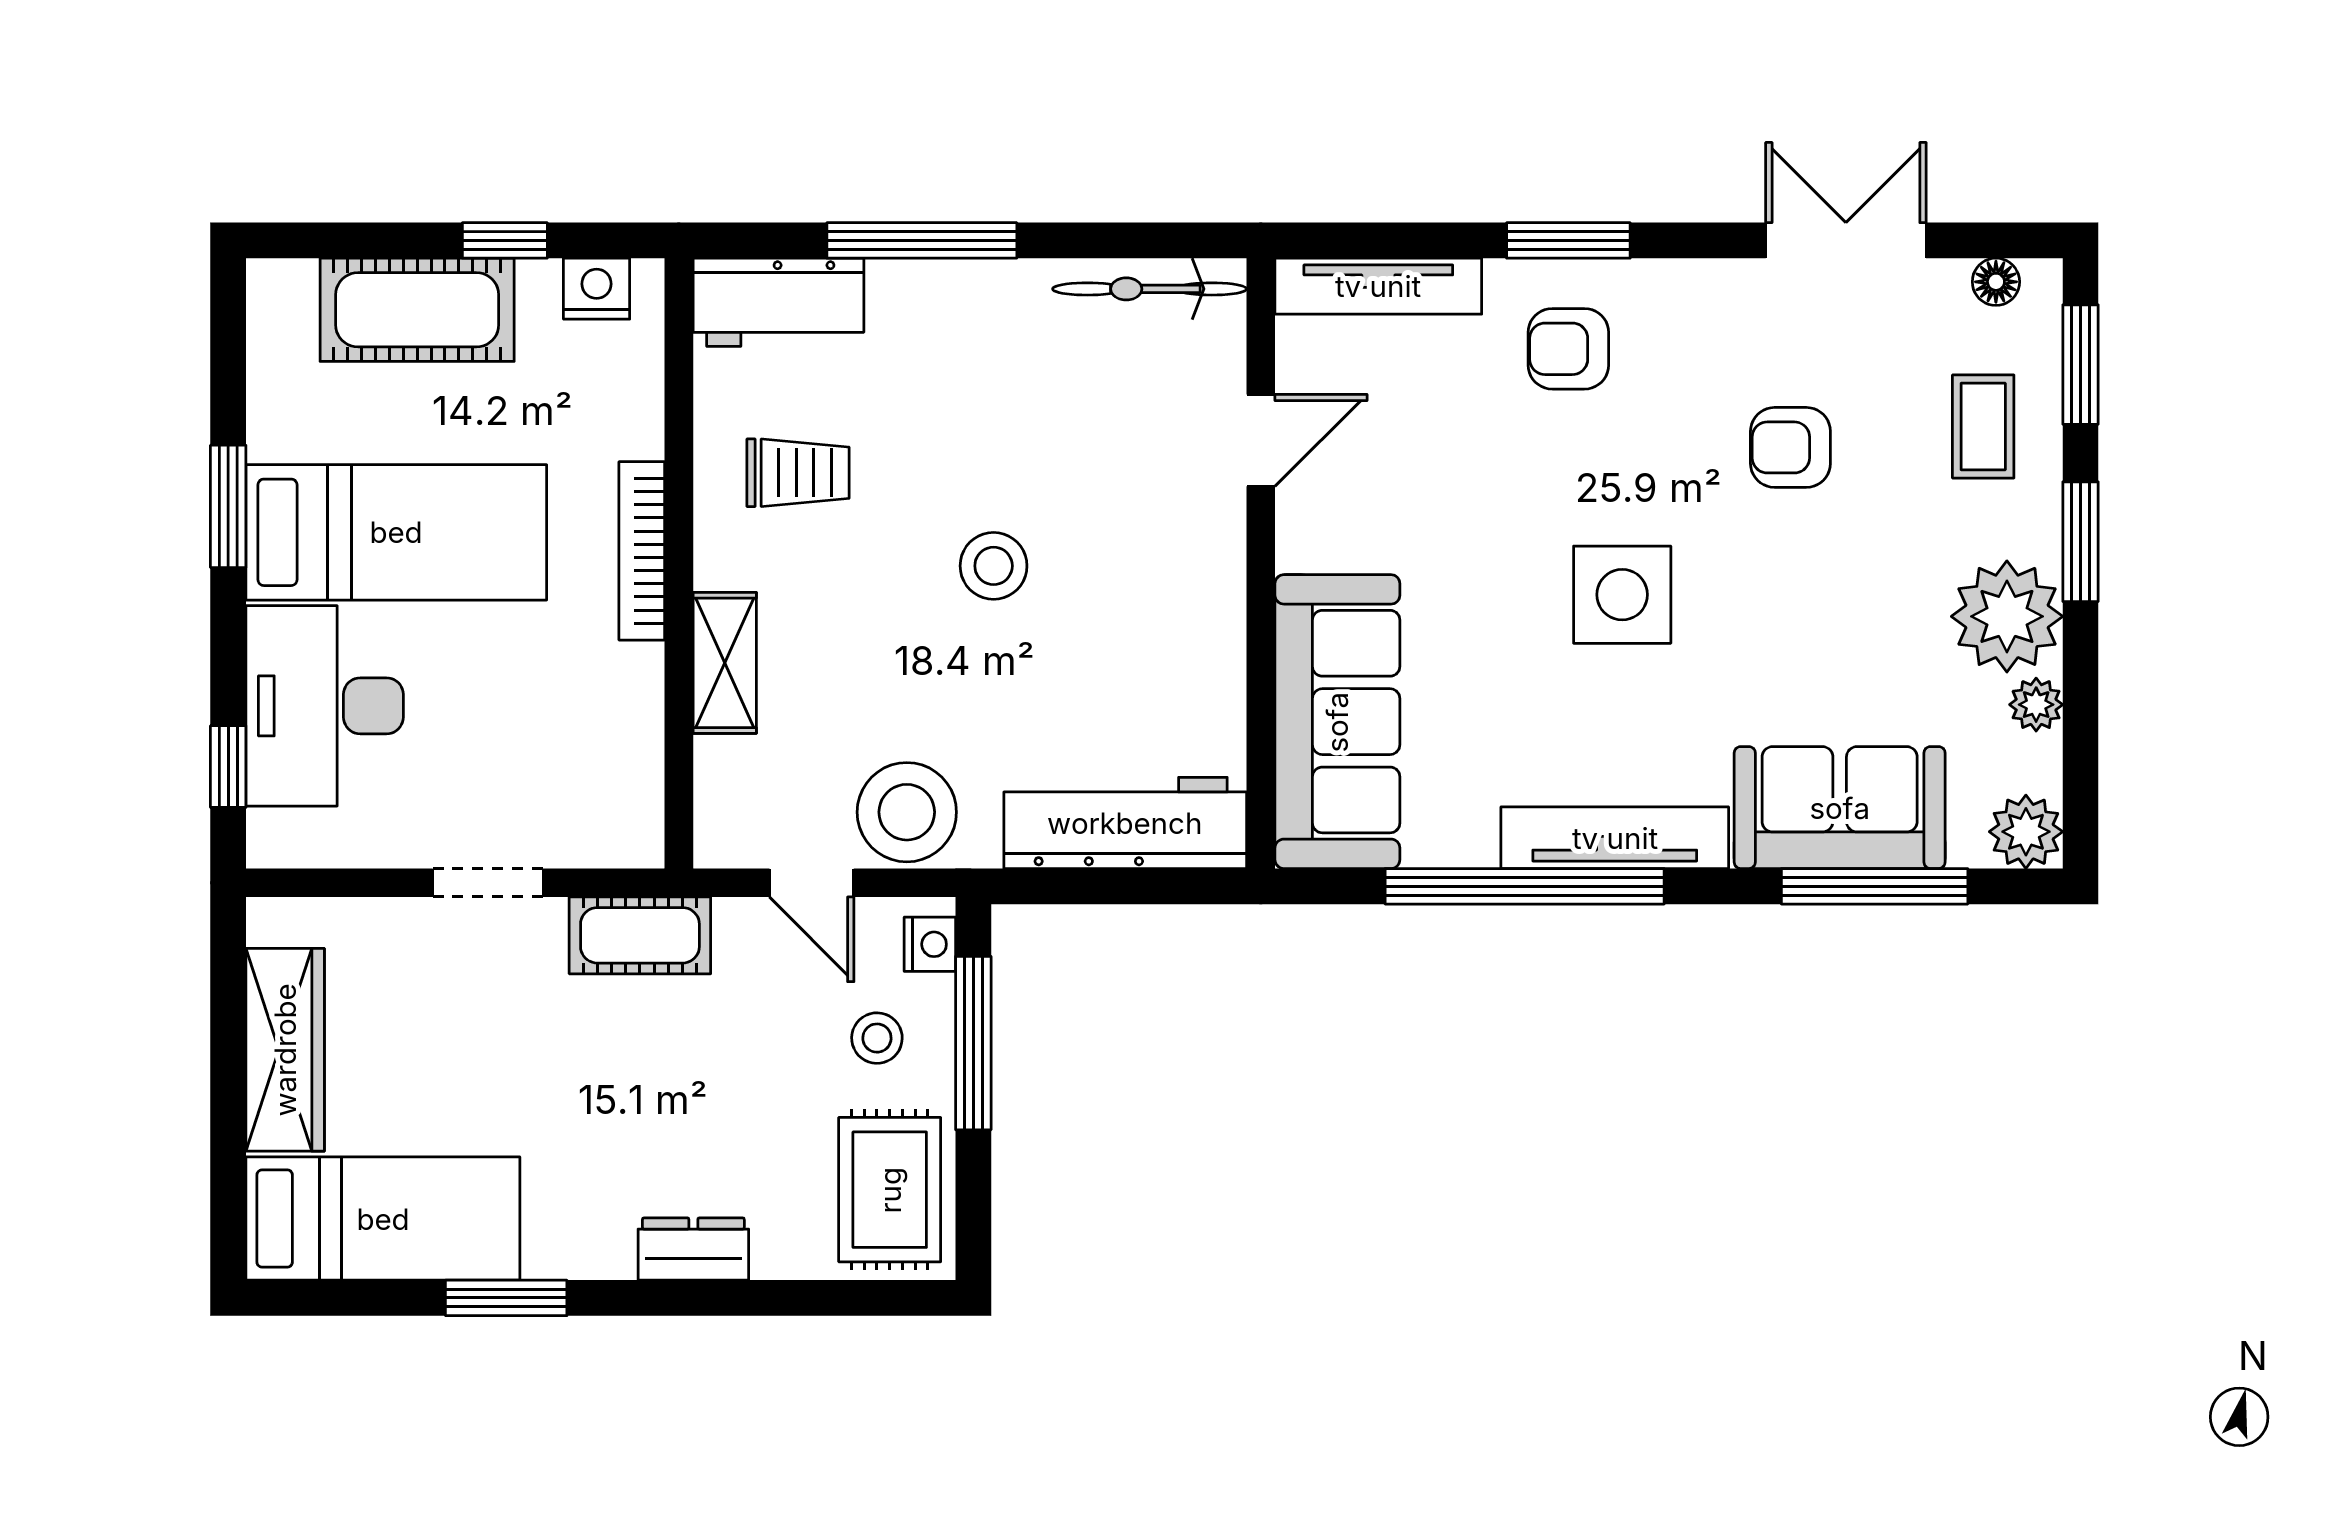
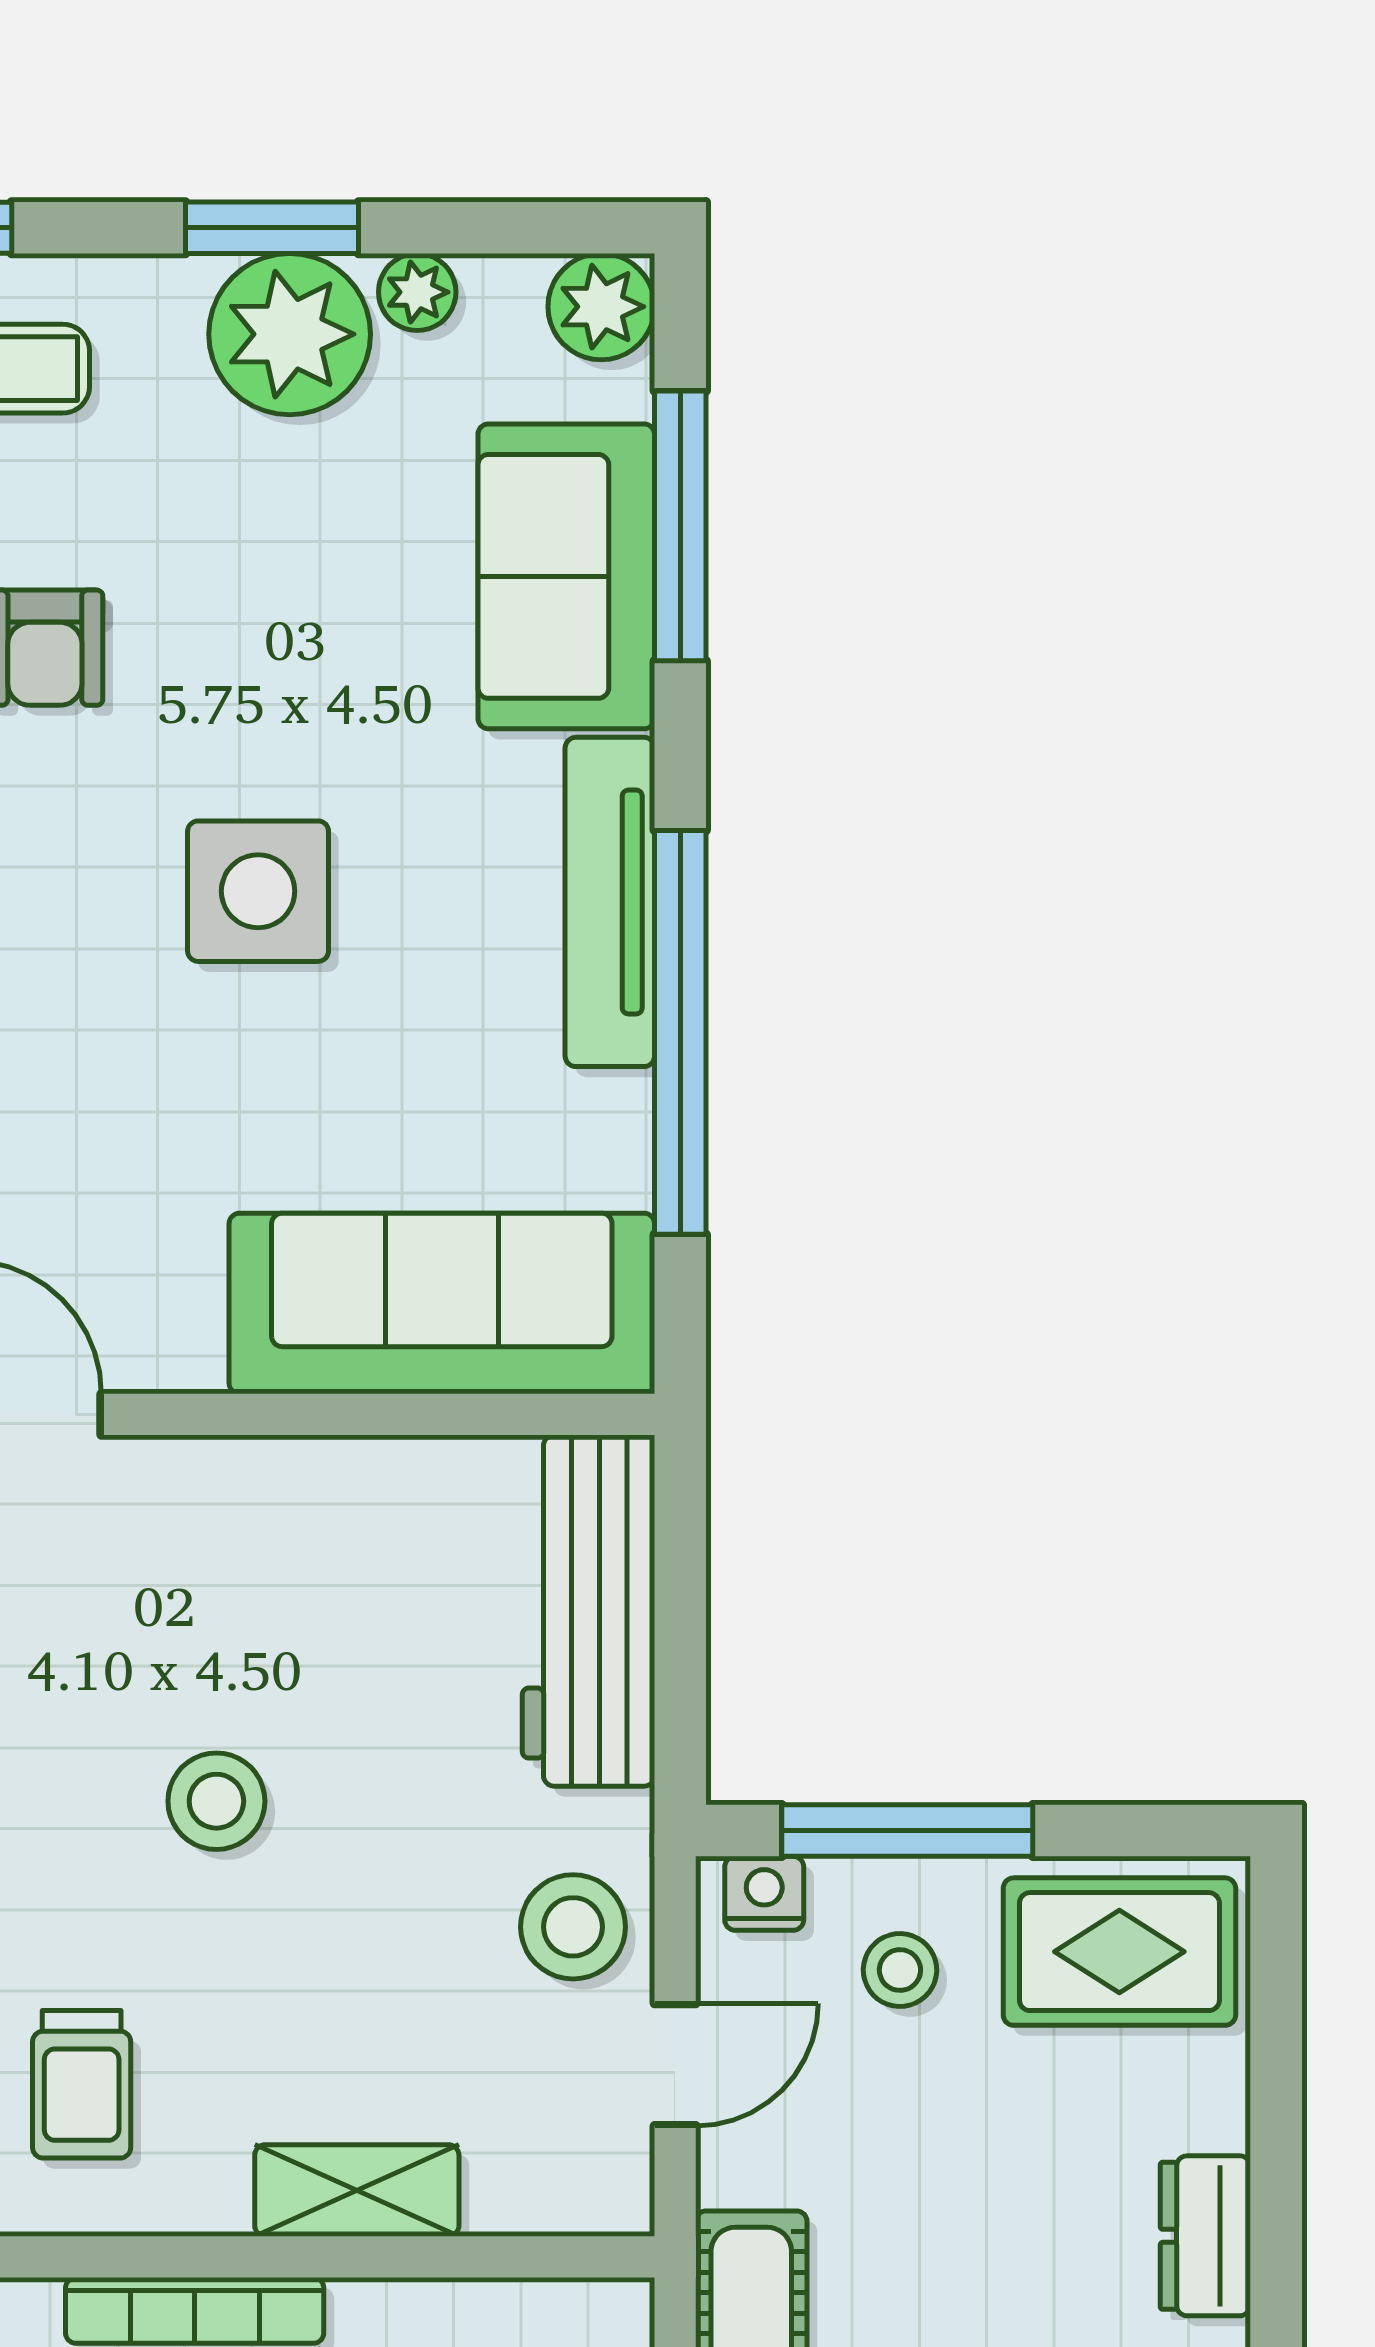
trolley: (798, 473) -> (82, 2084), turned 180
window: (2080, 542) -> (272, 228), moved
stool: (907, 812) -> (573, 1927), width x0.73, depth x0.73

